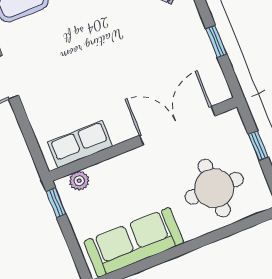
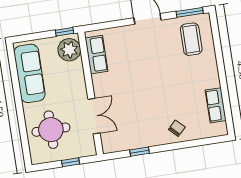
double door: (177, 126) -> (94, 116), width x0.73
plant: (79, 181) -> (69, 50), width x1.87, depth x1.87

